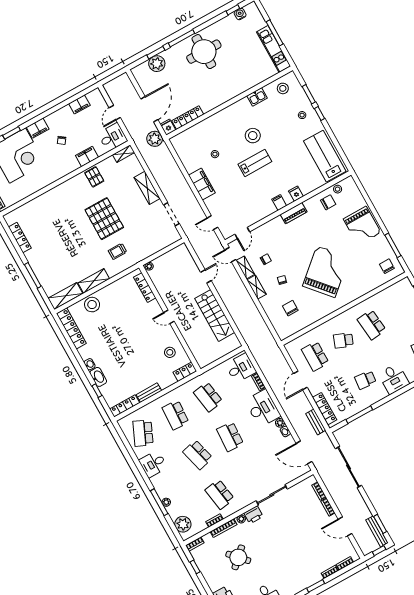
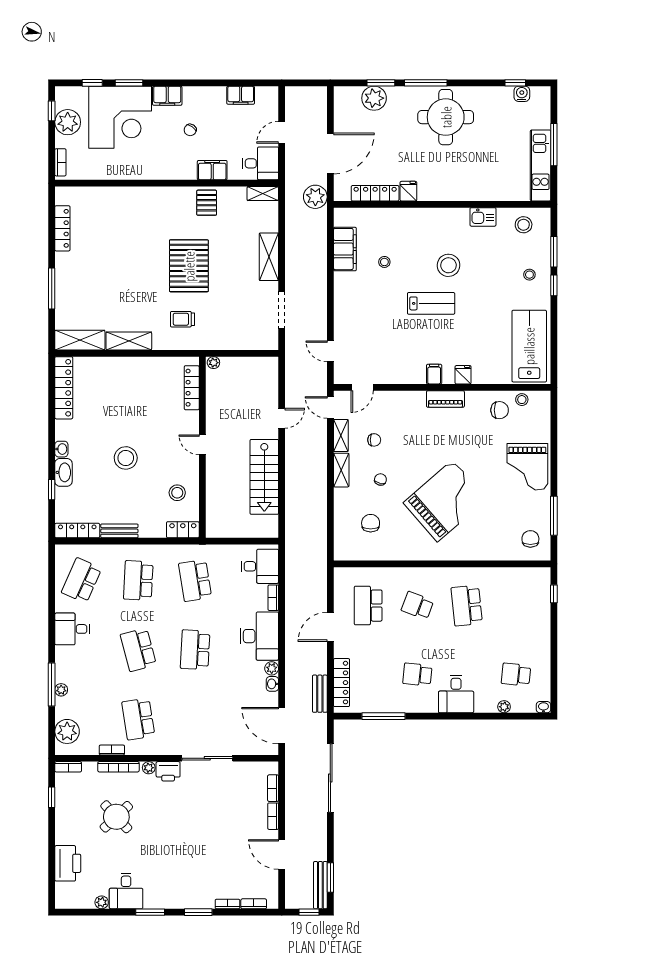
fridge: (168, 127) -> (408, 191), moved
filing cabinet: (202, 184) -> (345, 249), moved
stool: (92, 305) -> (126, 458), moved

